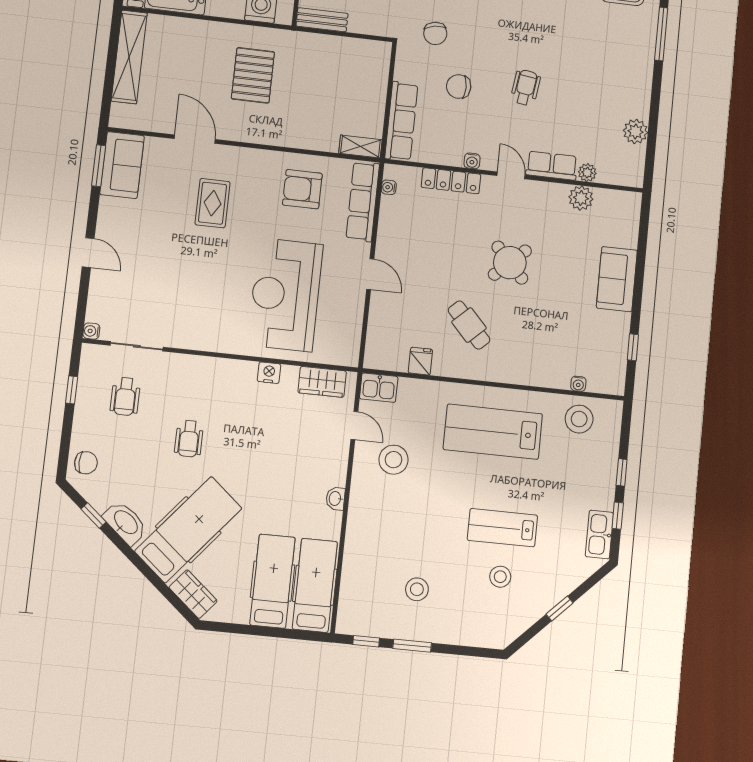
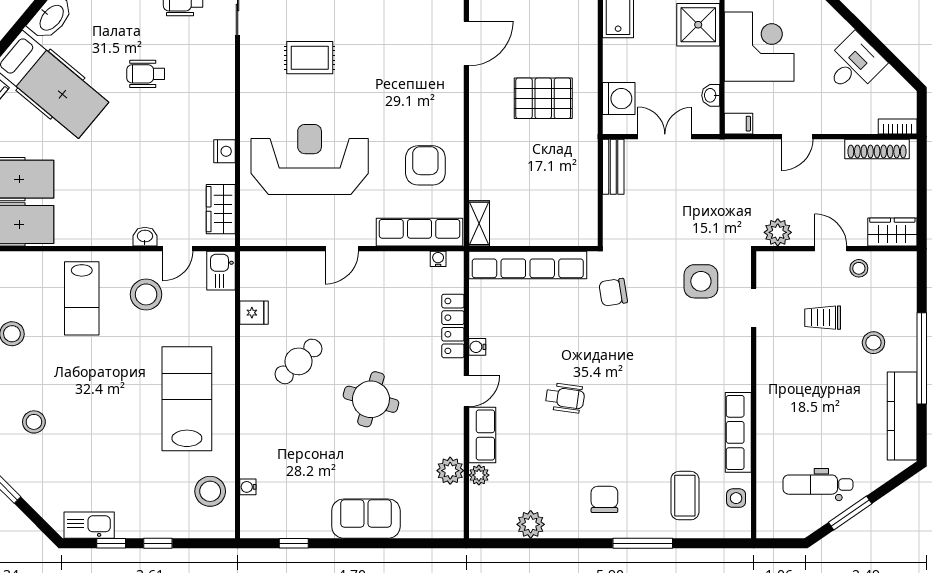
chair: (459, 86) -> (604, 499), moved
row of seats: (401, 121) -> (528, 265), width x1.36
rug: (213, 203) -> (310, 58), moved
round table: (510, 263) -> (371, 399), turned -31
washbasin: (335, 499) -> (145, 237), moved
lab bench: (502, 528) -> (82, 298), moved, turned 180

